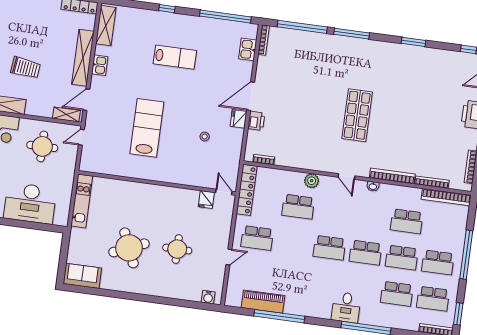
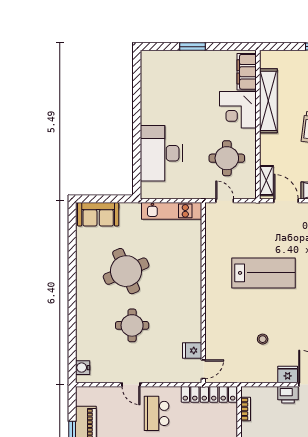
door: (81, 137) -> (225, 201), moved
sofa: (82, 276) -> (98, 214), moved, turned 90

